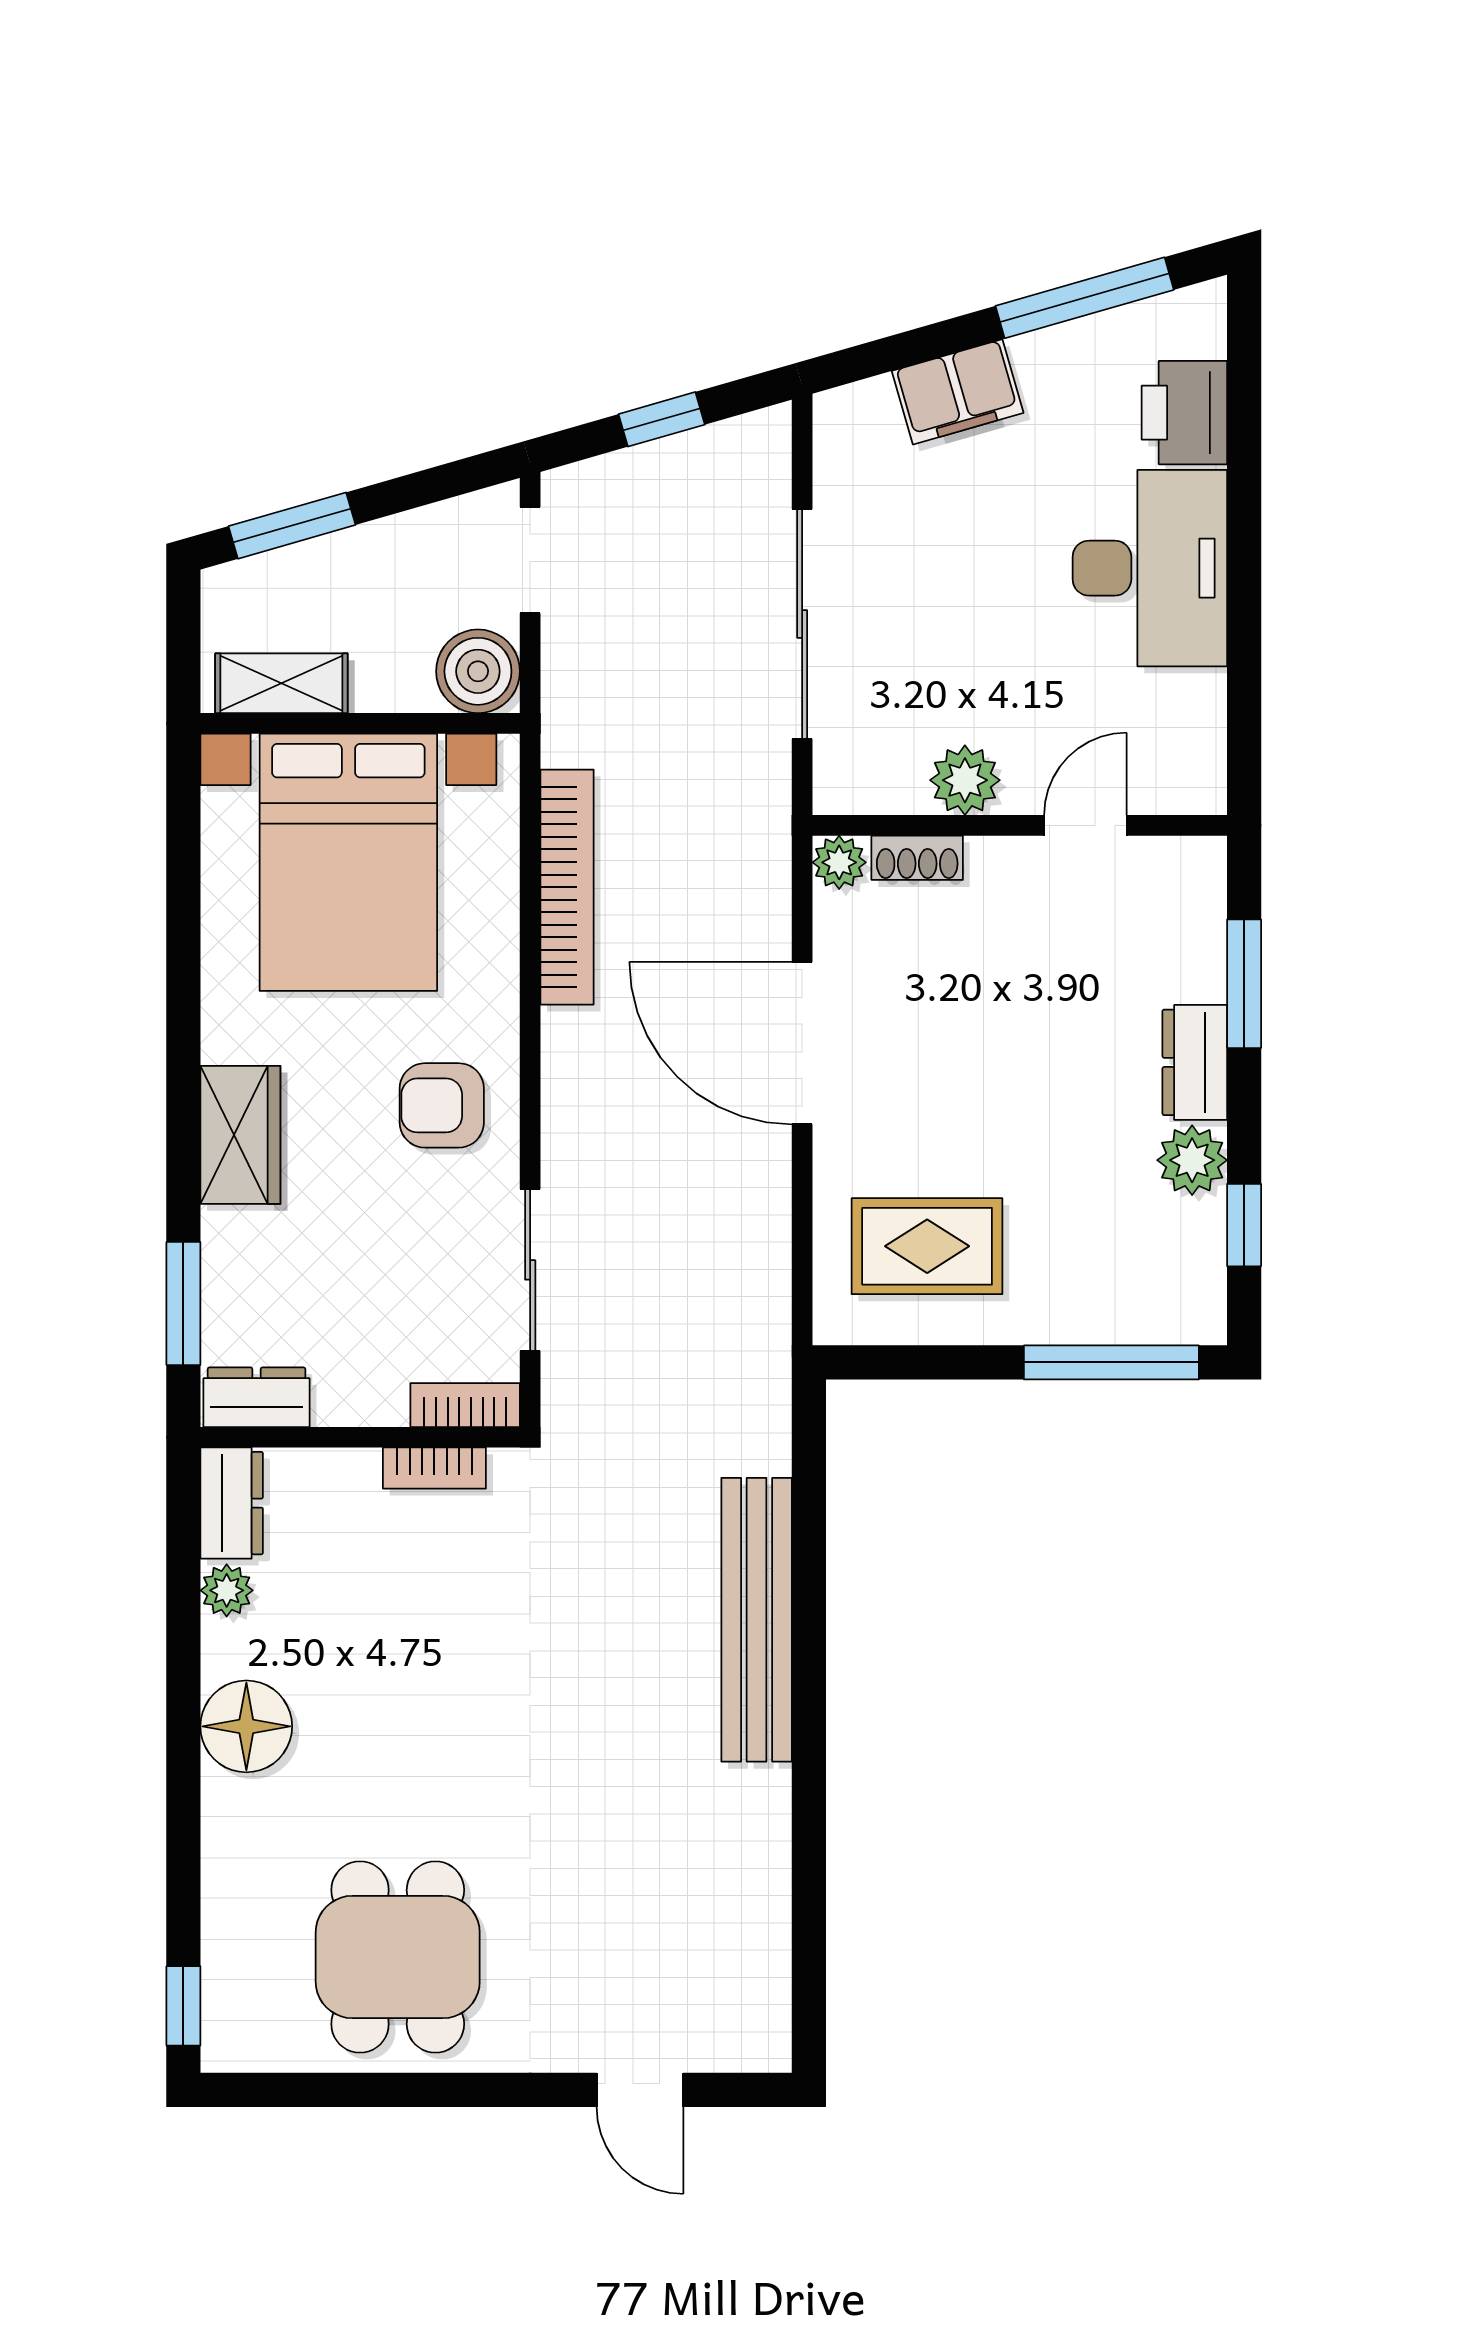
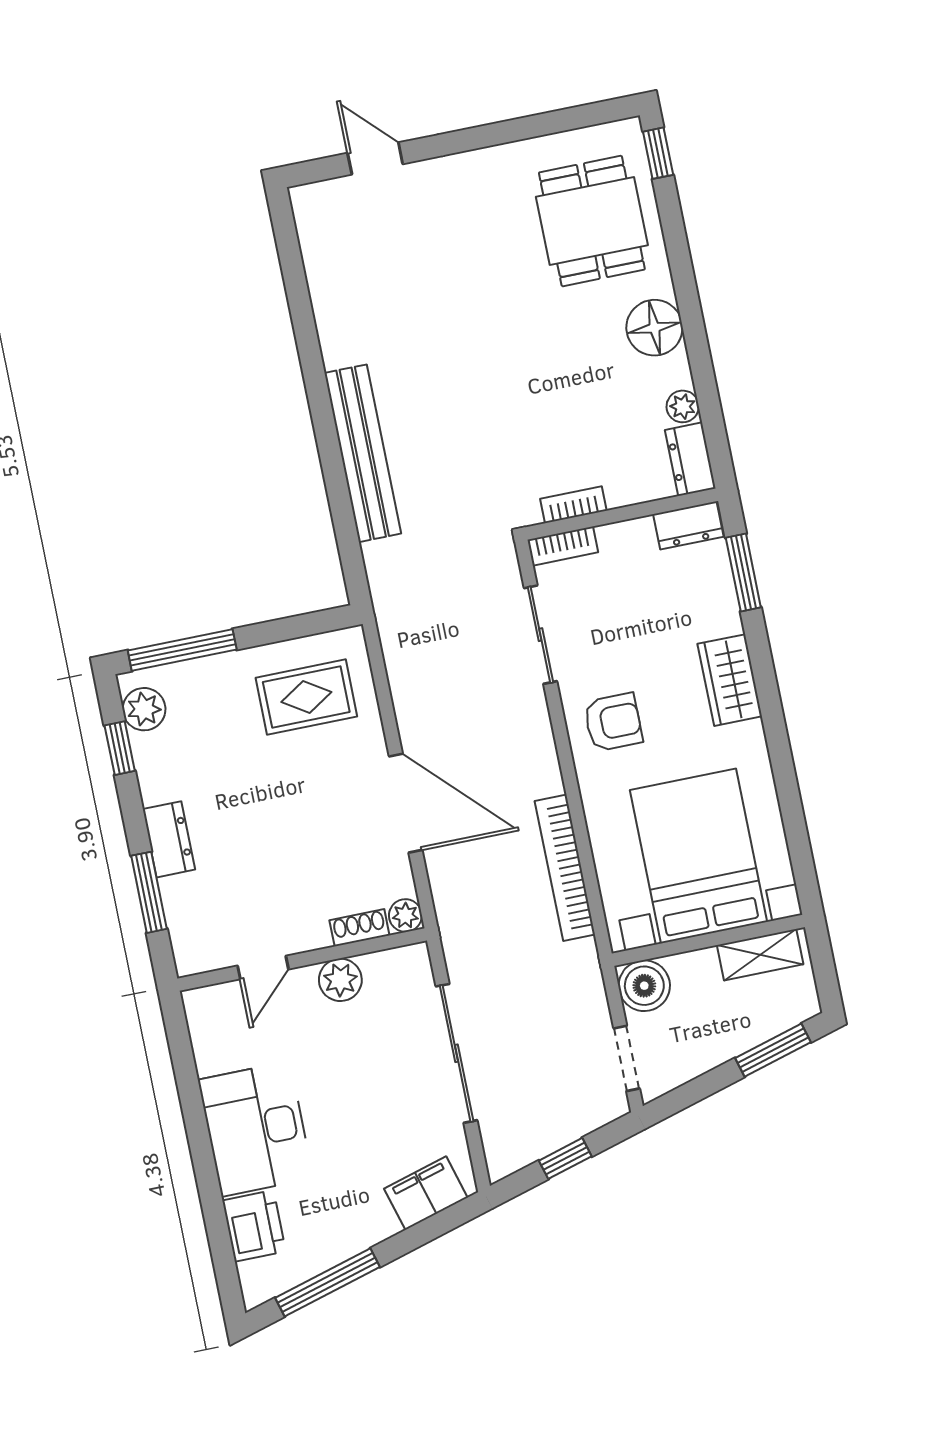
filing cabinet: (958, 392) -> (426, 1193), moved
plant: (1192, 1160) -> (144, 709), moved
dining table: (398, 1957) -> (592, 221), moved

